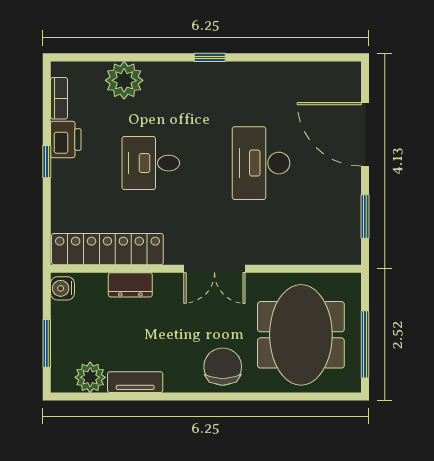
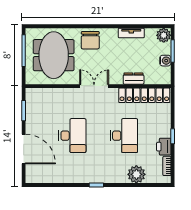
desk: (151, 163) -> (124, 136), width x1.37
water cooler: (63, 288) -> (165, 61), moved
plant: (90, 377) -> (164, 35), moved

